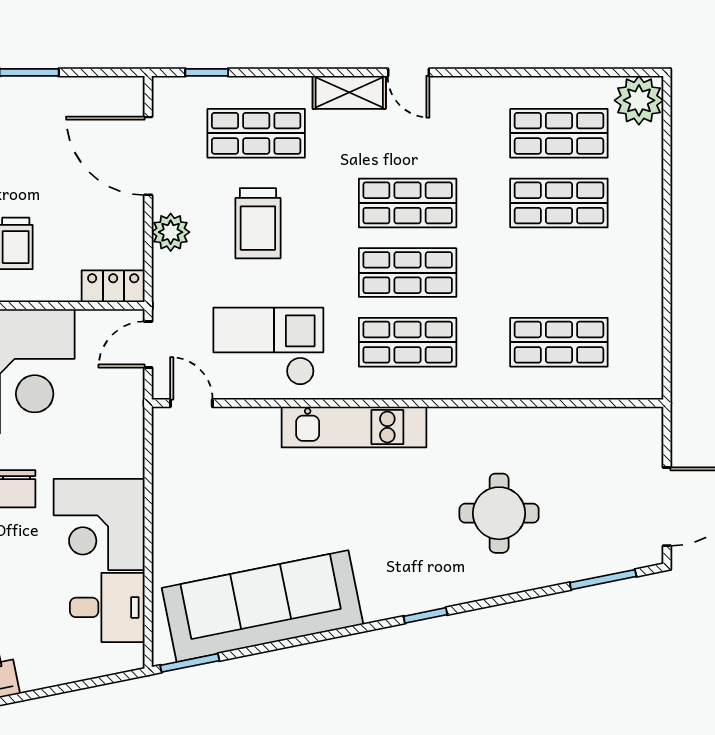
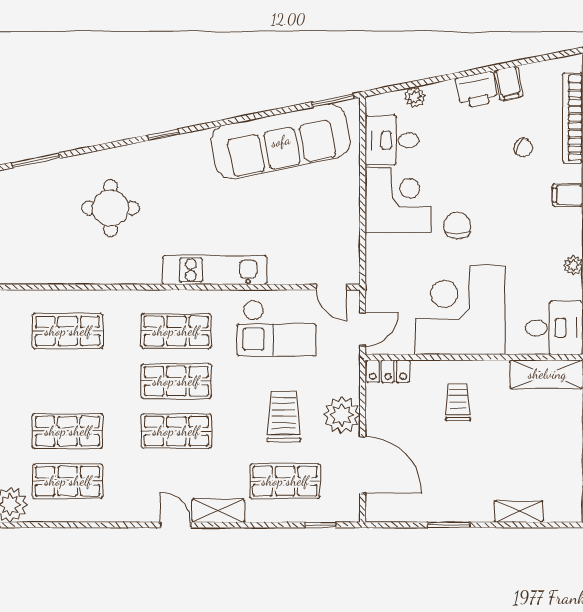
plant: (171, 232) -> (342, 415), width x1.36, depth x1.36
plant: (76, 668) -> (415, 97), added

